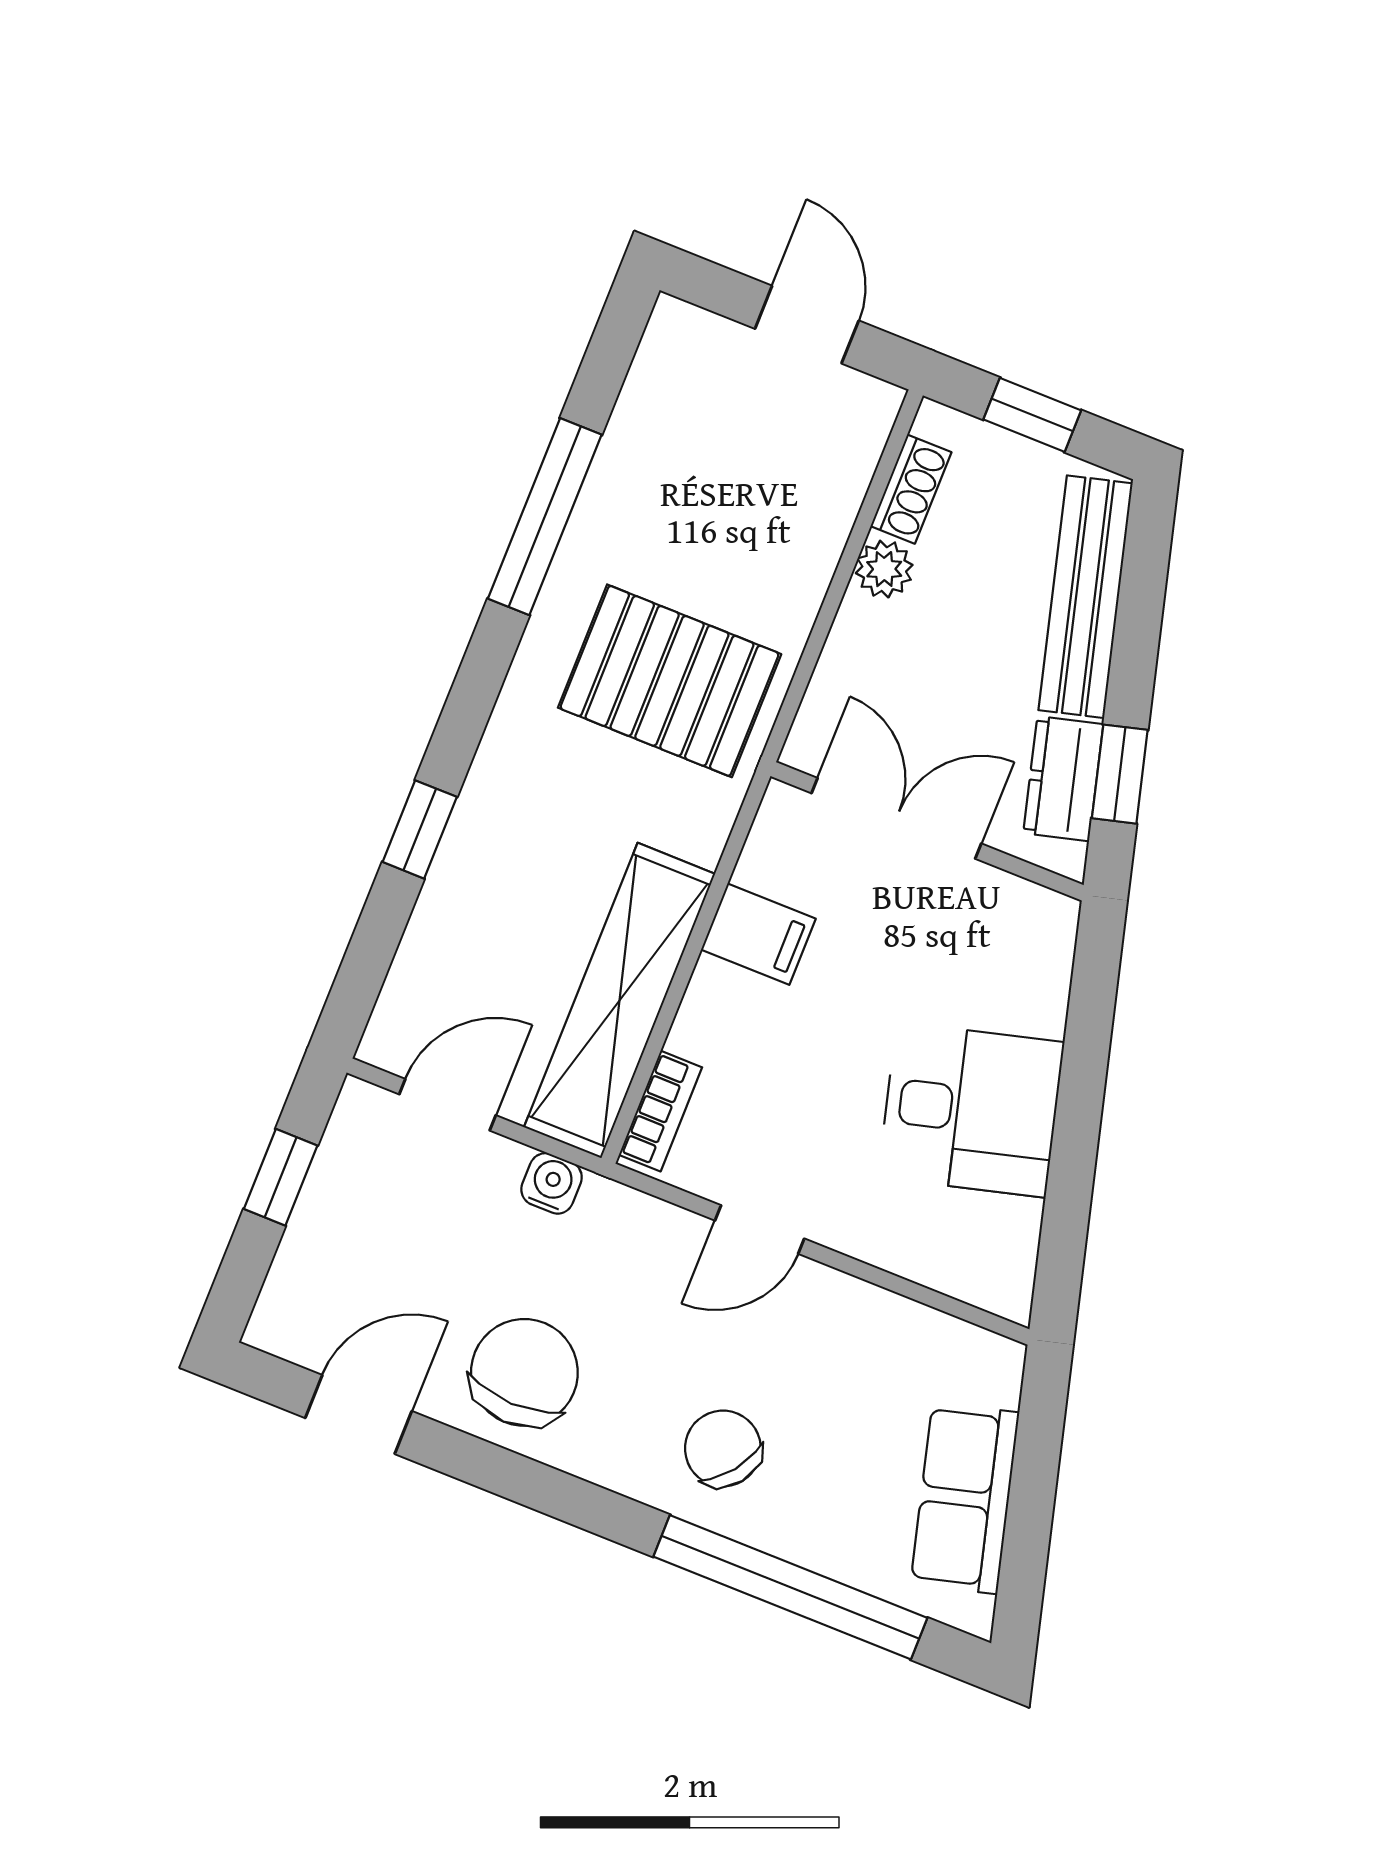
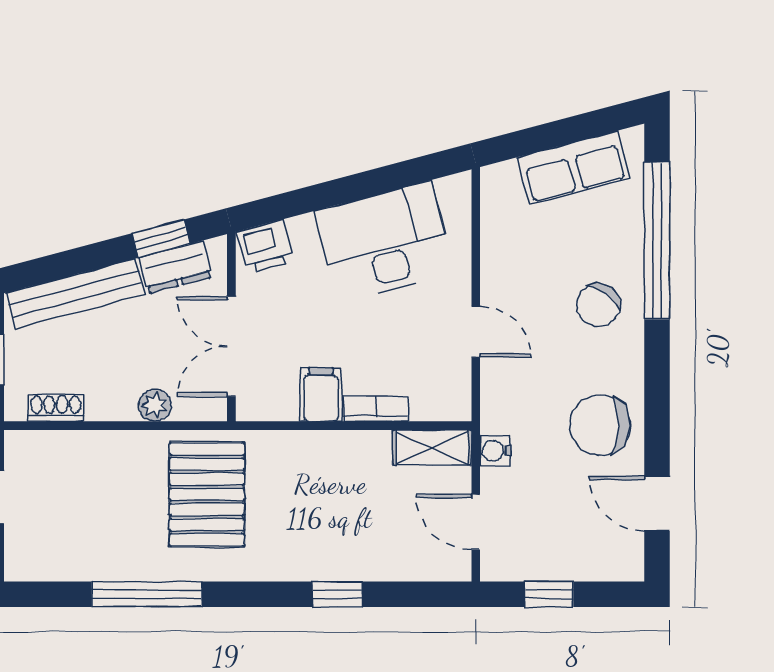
plant: (884, 569) -> (155, 405), moved
printer: (1038, 940) -> (265, 247), added
shelving: (620, 1000) -> (432, 448), width x0.45, depth x0.75
desk: (971, 1110) -> (384, 242), width x1.37
bookcase: (661, 1111) -> (376, 409), moved

